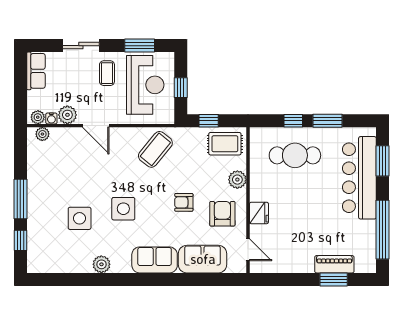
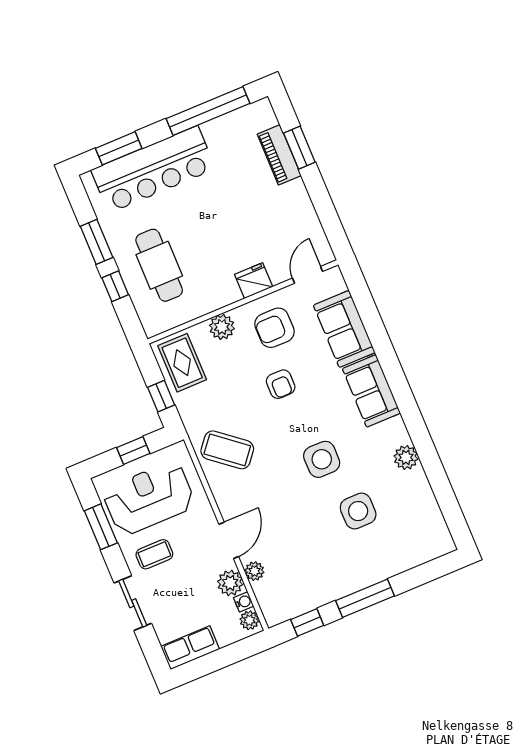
plant: (42, 134) -> (254, 571), moved
window: (20, 240) -> (307, 622), moved

